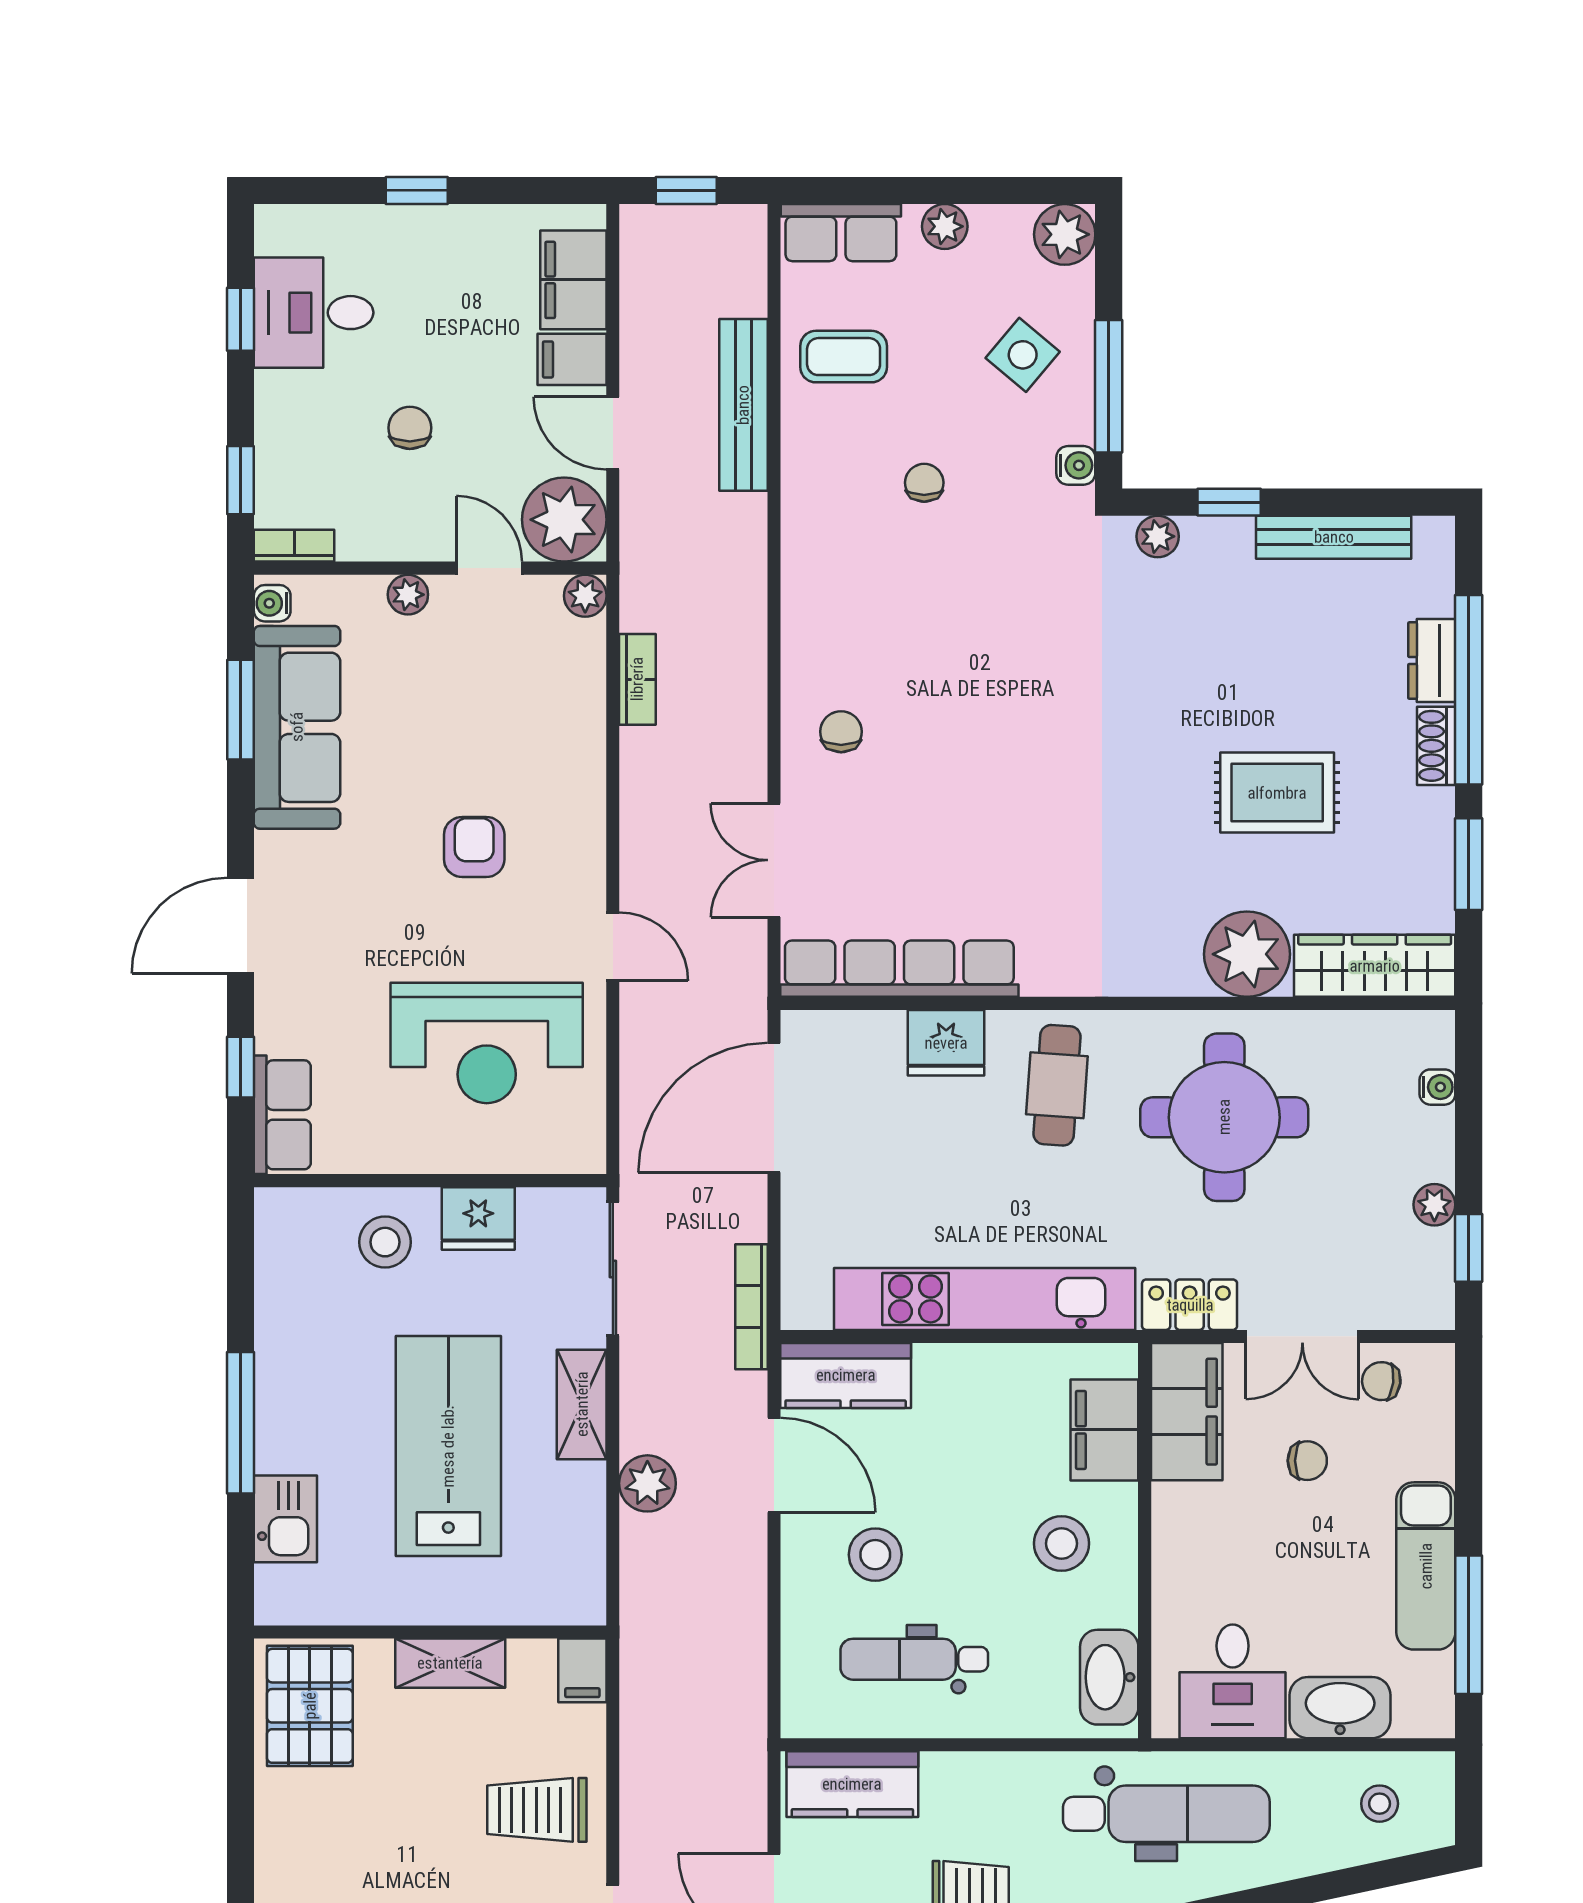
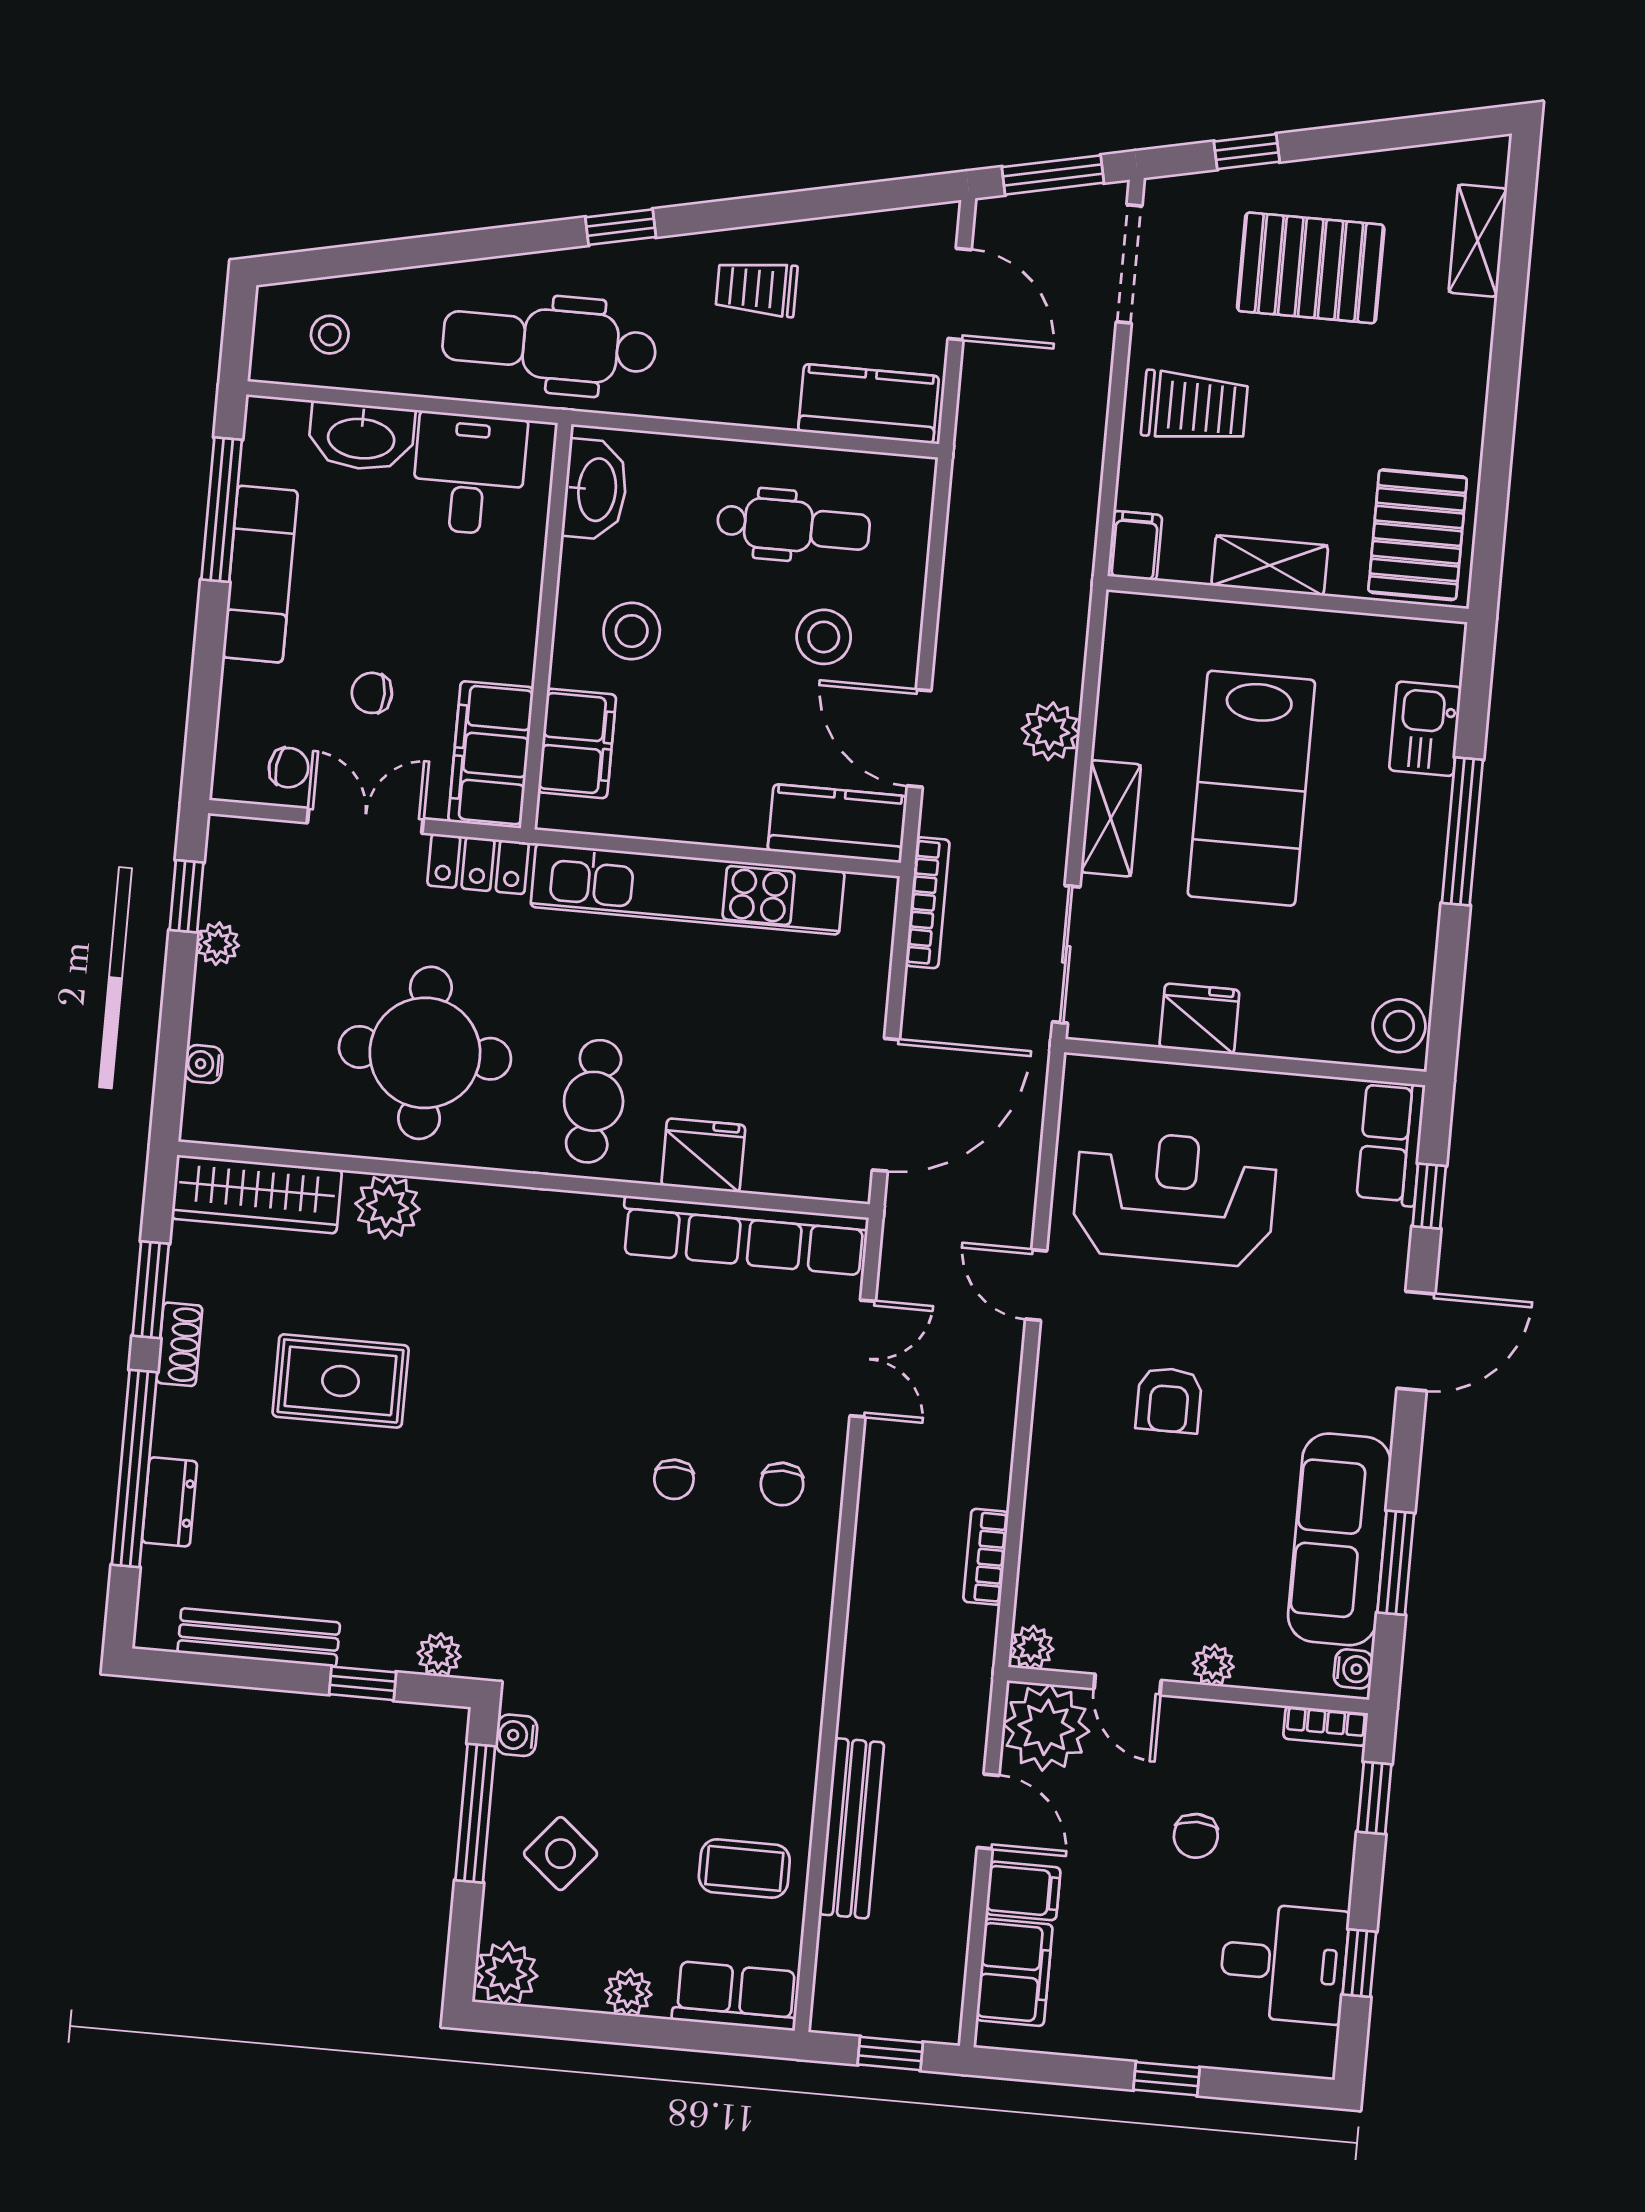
chair: (924, 483) -> (674, 1479), moved
shoe rack: (1436, 746) -> (179, 1344), moved
plant: (1247, 954) -> (388, 1206), width x0.73, depth x0.73
stool: (385, 1242) -> (1399, 1026), moved

